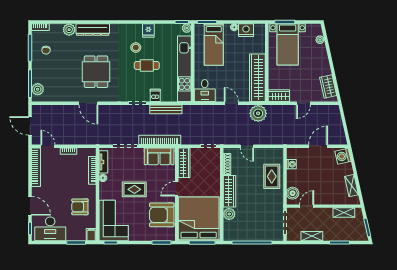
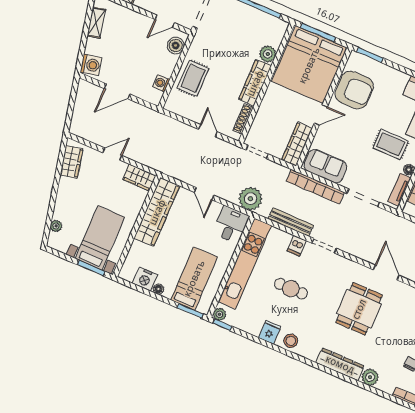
stool: (136, 47) -> (291, 341), moved
plant: (258, 113) -> (250, 199), moved
rug: (134, 189) -> (391, 144), moved

